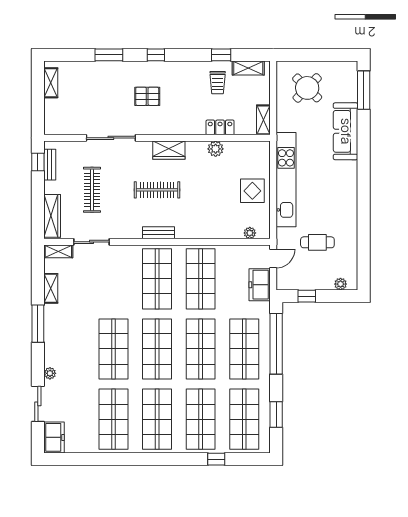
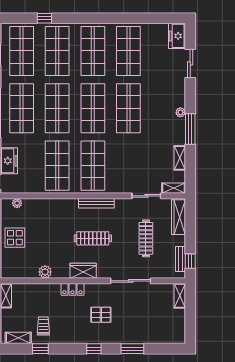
shelving: (51, 83) -> (180, 296), moved
locker: (220, 127) -> (72, 289), moved
bench: (159, 233) -> (96, 203), width x1.36
plant: (50, 373) -> (180, 112), moved

